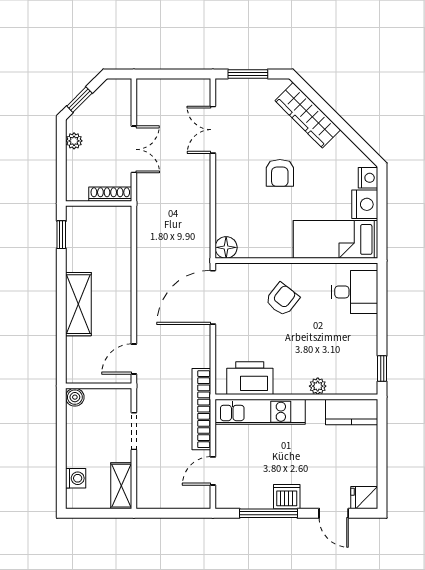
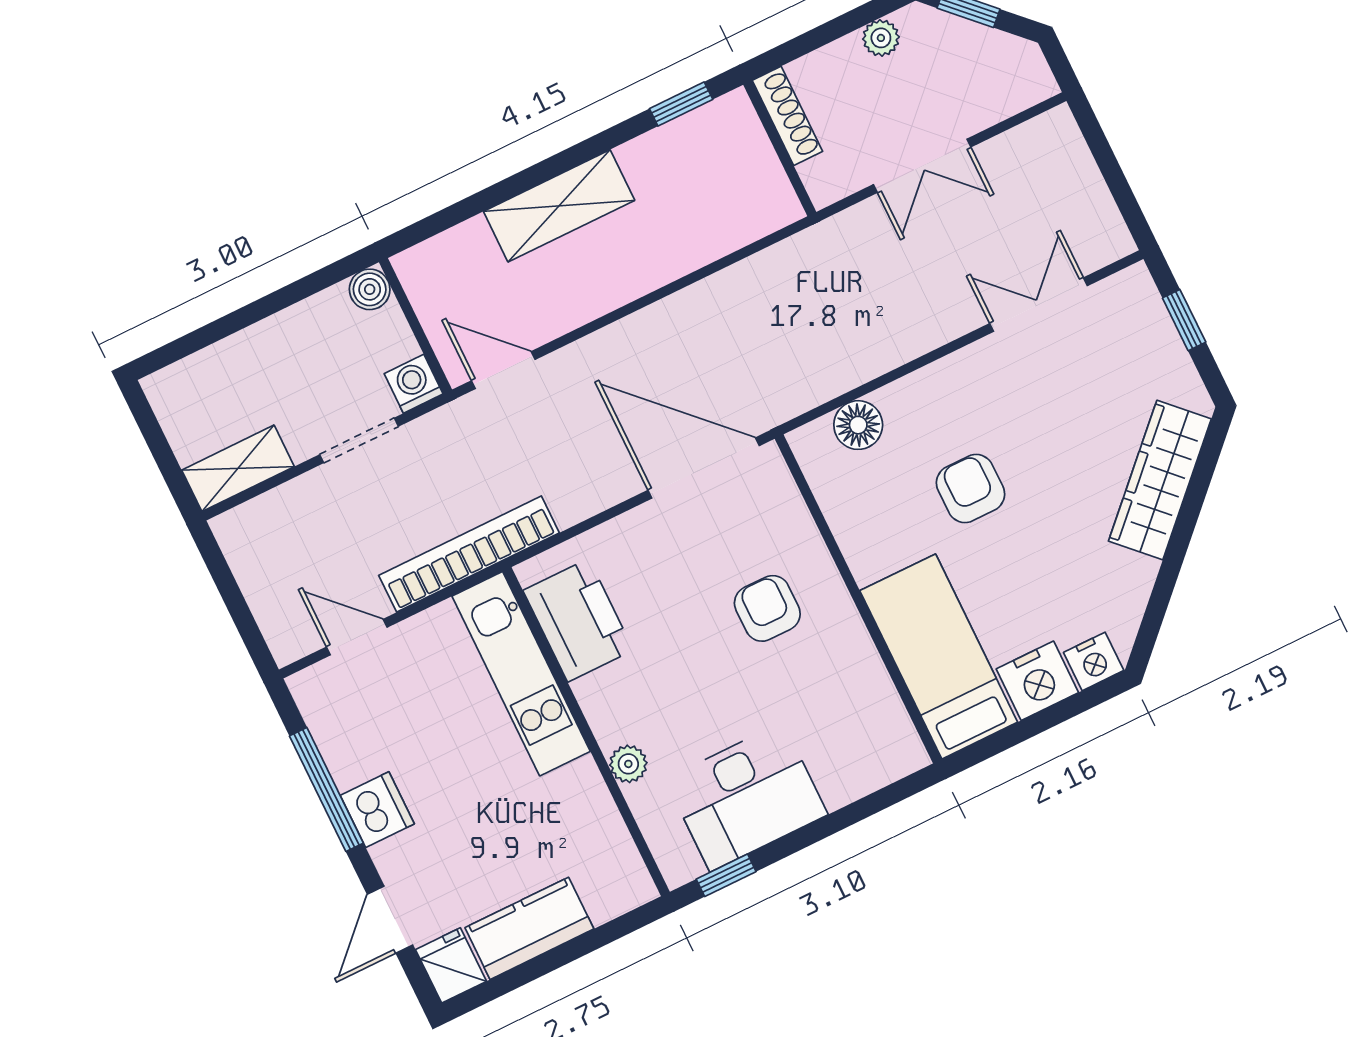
window: (248, 74) -> (1184, 320), width x0.67
armchair: (280, 173) -> (971, 488), moved, turned 90
shoe rack: (110, 194) -> (787, 116), moved
floor lamp: (226, 247) -> (858, 425), moved
desk: (354, 292) -> (746, 797), moved, width x1.37
armchair: (282, 299) -> (767, 608), turned -128
kitchen counter: (352, 412) -> (529, 928), moved, turned 90
washing machine: (76, 478) -> (414, 384), moved, turned 180

